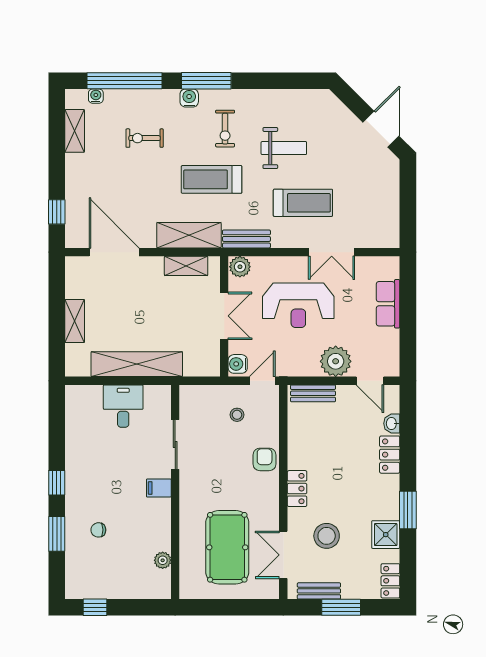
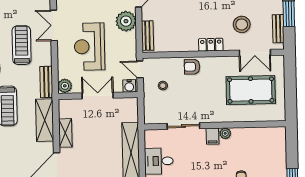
double door: (332, 252) -> (54, 25), swing flipped
shelving: (186, 266) -> (65, 133), moved
reception desk: (298, 305) -> (89, 47), turned 180
plant: (163, 560) -> (225, 133), moved

